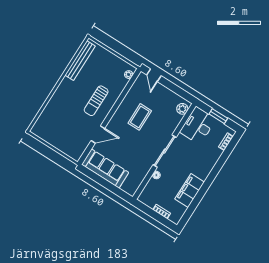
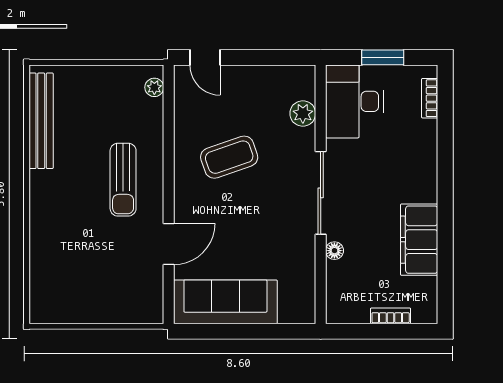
plant: (182, 109) -> (303, 113), moved
coffee table: (140, 117) -> (229, 157), turned 71

